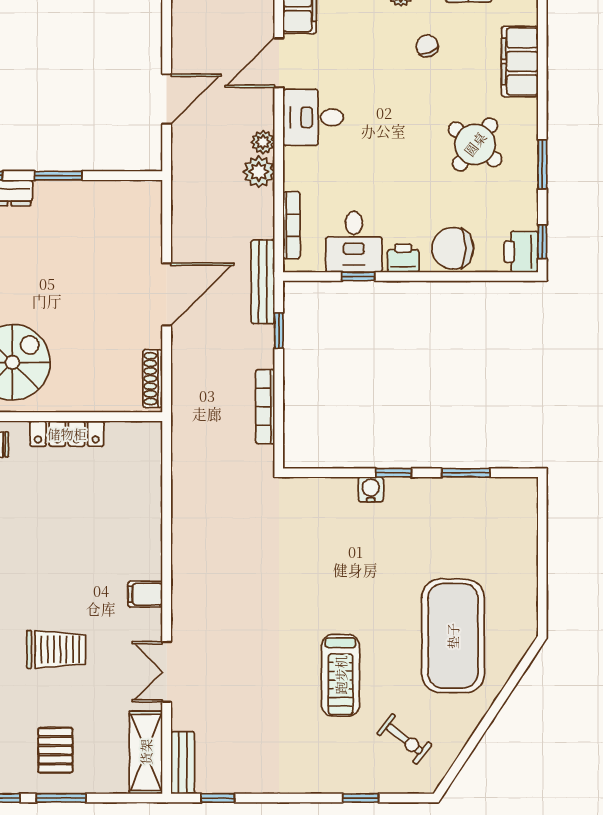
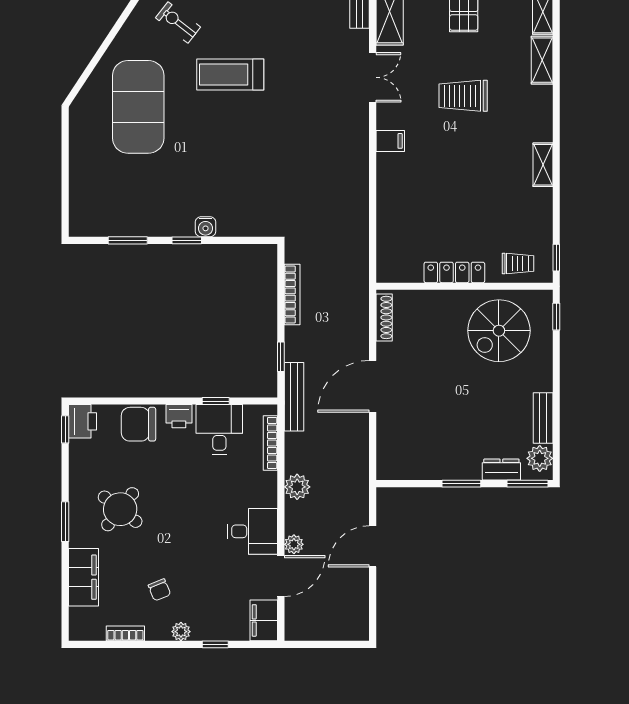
plant: (263, 142) -> (294, 544), moved
window: (542, 164) -> (65, 522), moved
chair: (453, 248) -> (138, 424), turned 180
treadmill: (341, 675) -> (230, 75), turned -90

